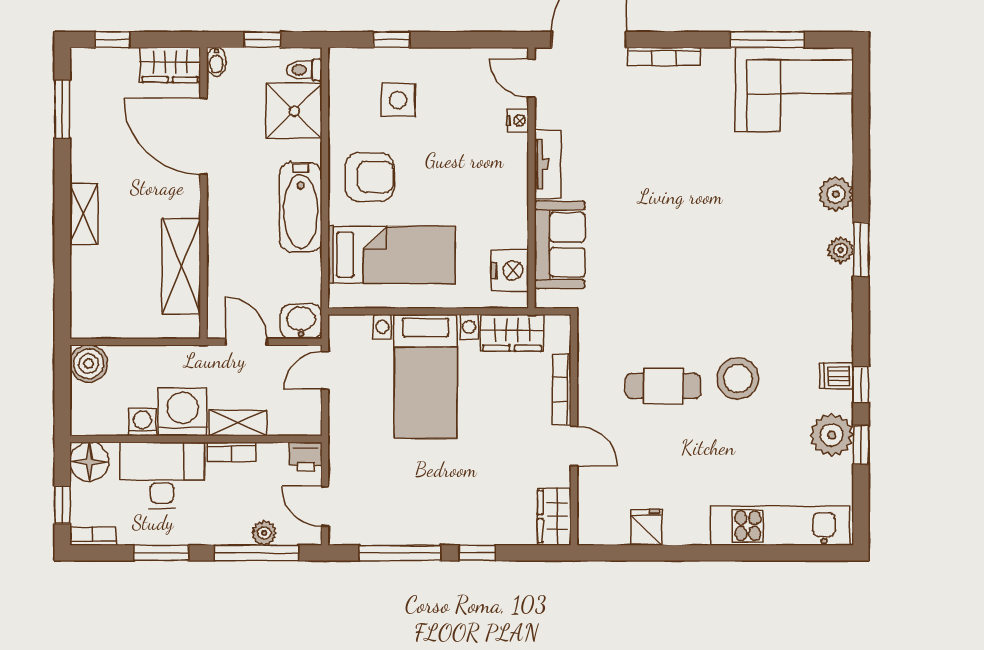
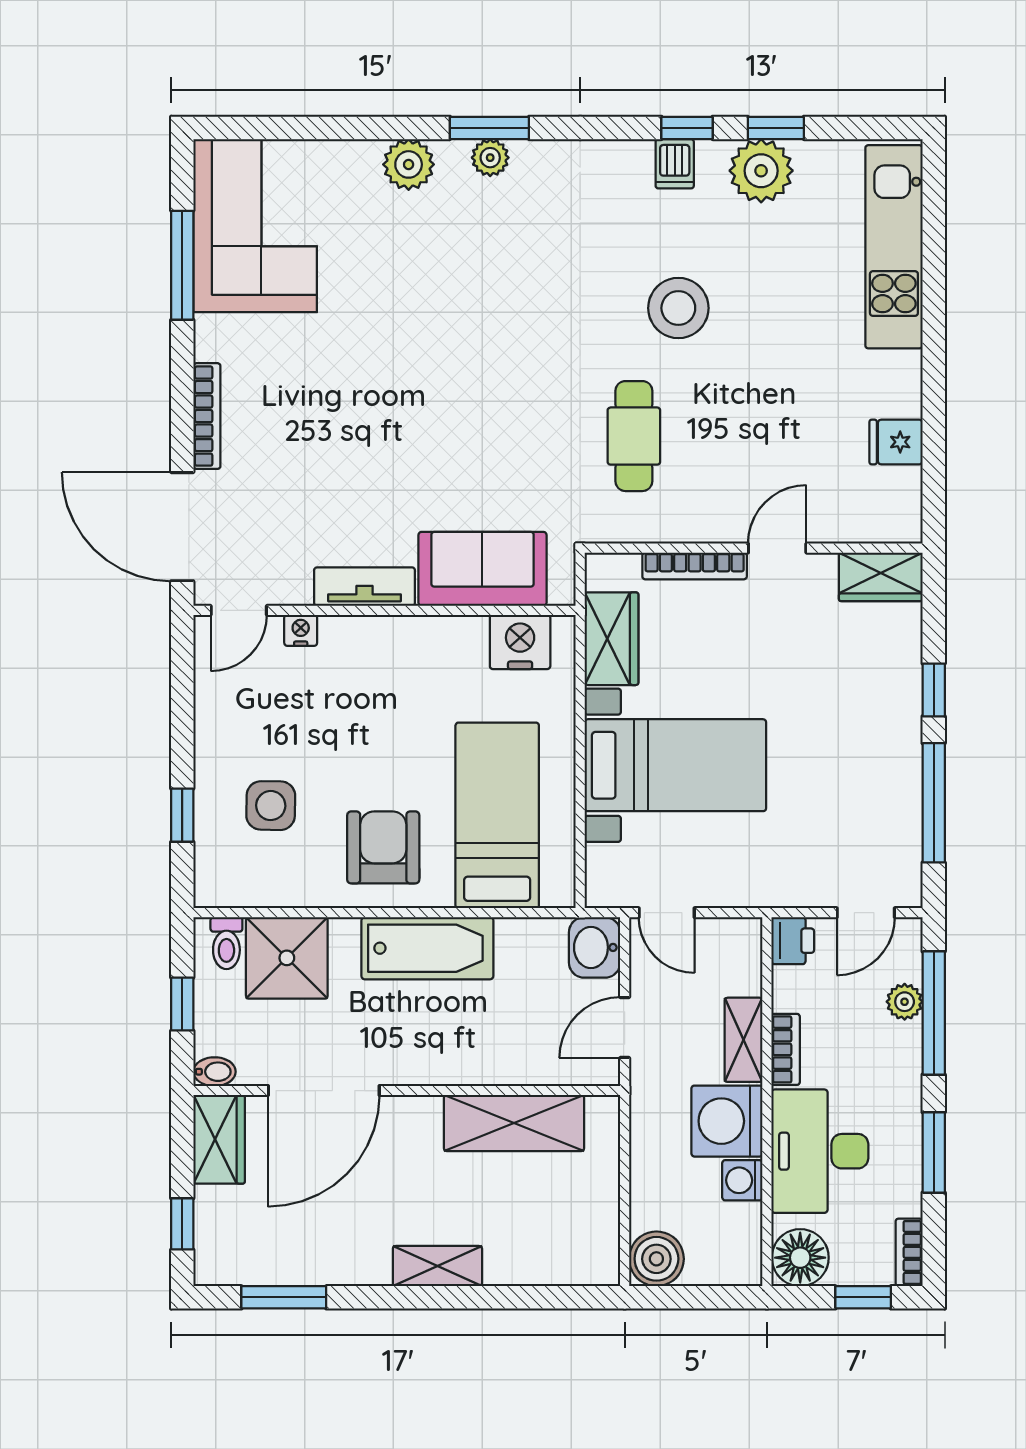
cafe table: (663, 386) -> (634, 436), moved

